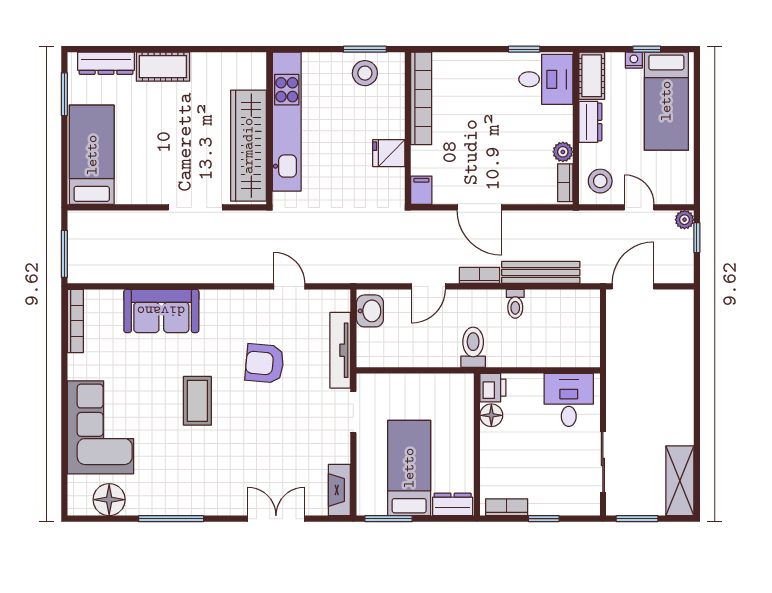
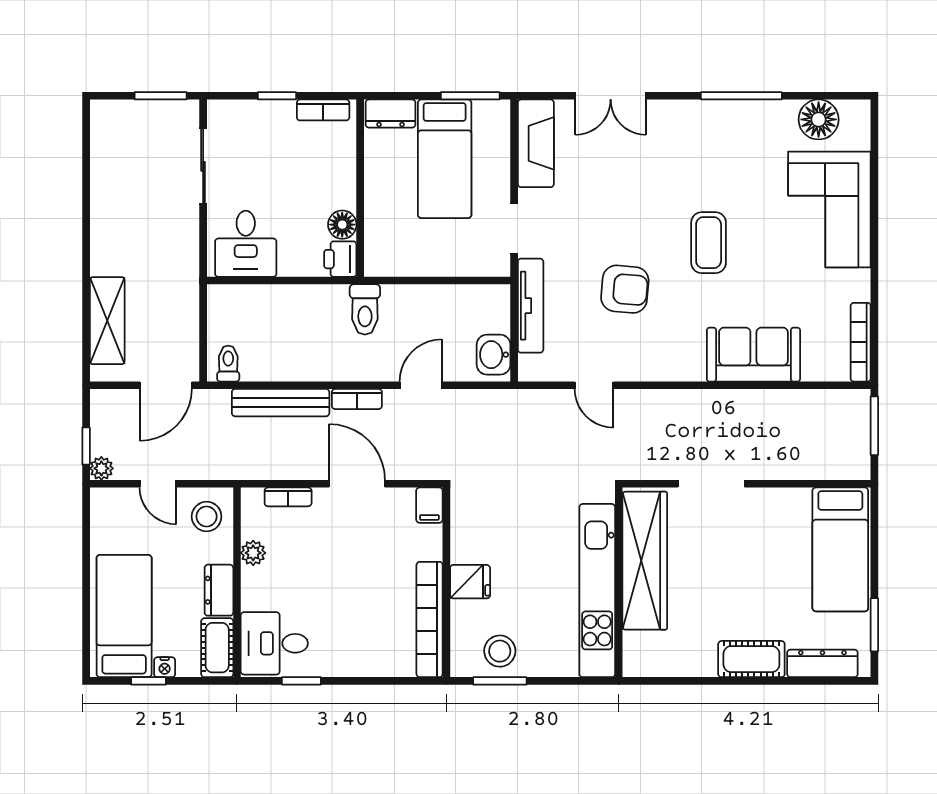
fridge: (389, 153) -> (470, 582), moved
bookcase: (565, 183) -> (288, 497), moved, turned 90
toilet: (515, 304) -> (228, 364), moved
shelving: (680, 481) -> (107, 321), moved
fireplace: (339, 490) -> (536, 143), width x1.37, depth x1.32

